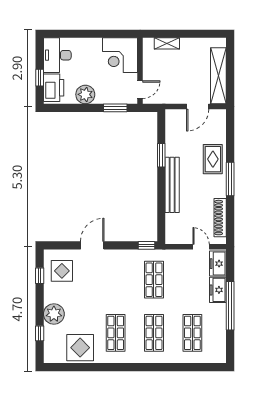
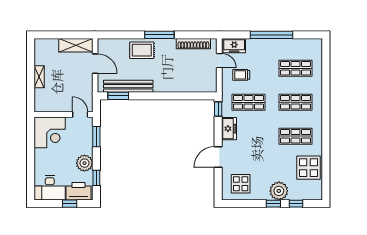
shelving: (167, 43) -> (39, 77), moved
shelving: (218, 76) -> (76, 45), width x0.68
window: (69, 108) -> (96, 178), added
window: (161, 155) -> (118, 96), moved
bench: (172, 185) -> (128, 86), moved
door: (92, 245) -> (218, 157), hinge flipped
door: (201, 247) -> (219, 61), swing flipped
trolley: (185, 272) -> (241, 75), added
window: (40, 276) -> (273, 204), moved
freezer: (218, 290) -> (229, 129), moved, turned -90

